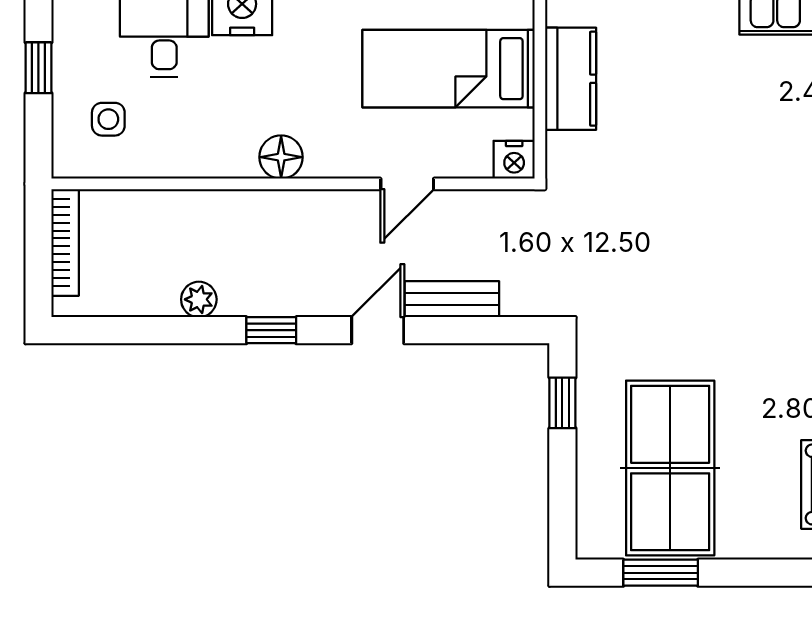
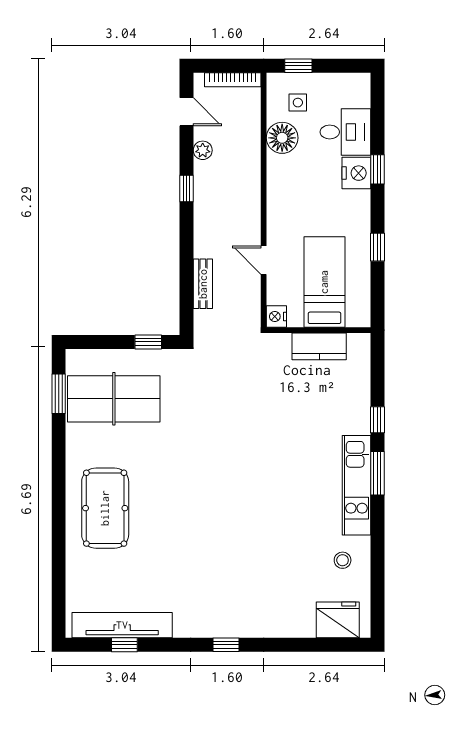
window: (38, 68) -> (298, 66), moved
floor lamp: (281, 157) -> (282, 138), moved, width x1.38, depth x1.38
door: (378, 330) -> (187, 112), moved

